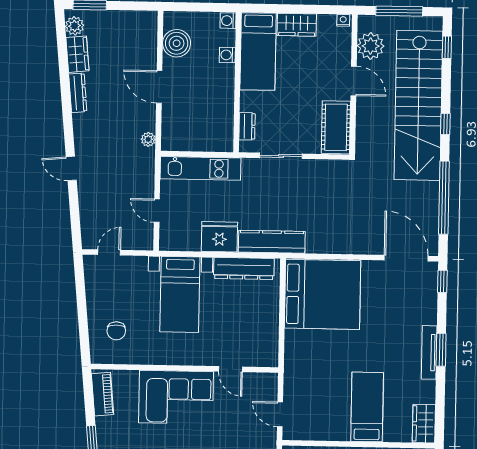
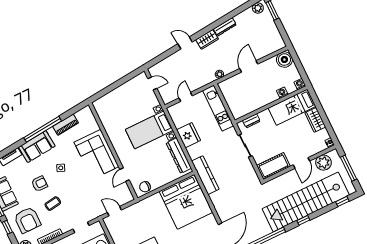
boiler: (177, 43) -> (284, 60), moved
wardrobe: (77, 54) -> (207, 39), moved
door: (71, 168) -> (185, 43), hinge flipped
kitchen counter: (272, 242) -> (205, 175), moved
chair: (116, 331) -> (145, 187), moved
piano: (103, 394) -> (65, 125), moved
door: (280, 414) -> (114, 211), hinge flipped

